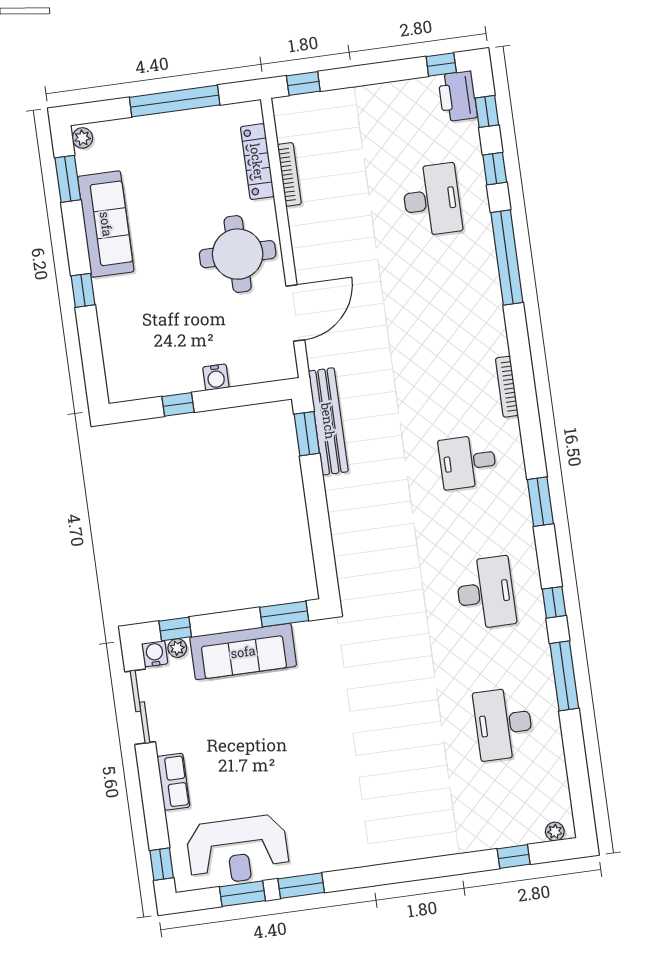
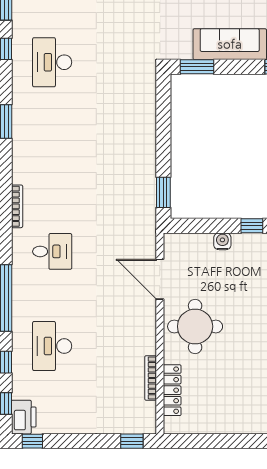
window: (175, 101) -> (225, 441), removed
door: (295, 313) -> (160, 279), hinge flipped
bench: (328, 421) -> (147, 199), removed
desk: (468, 462) -> (52, 251), moved

